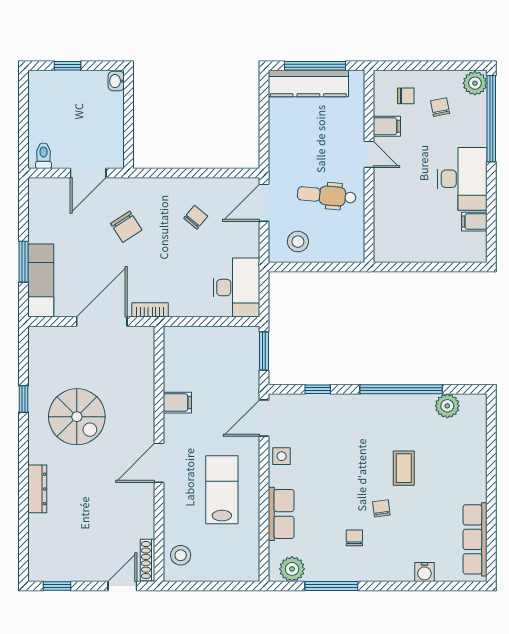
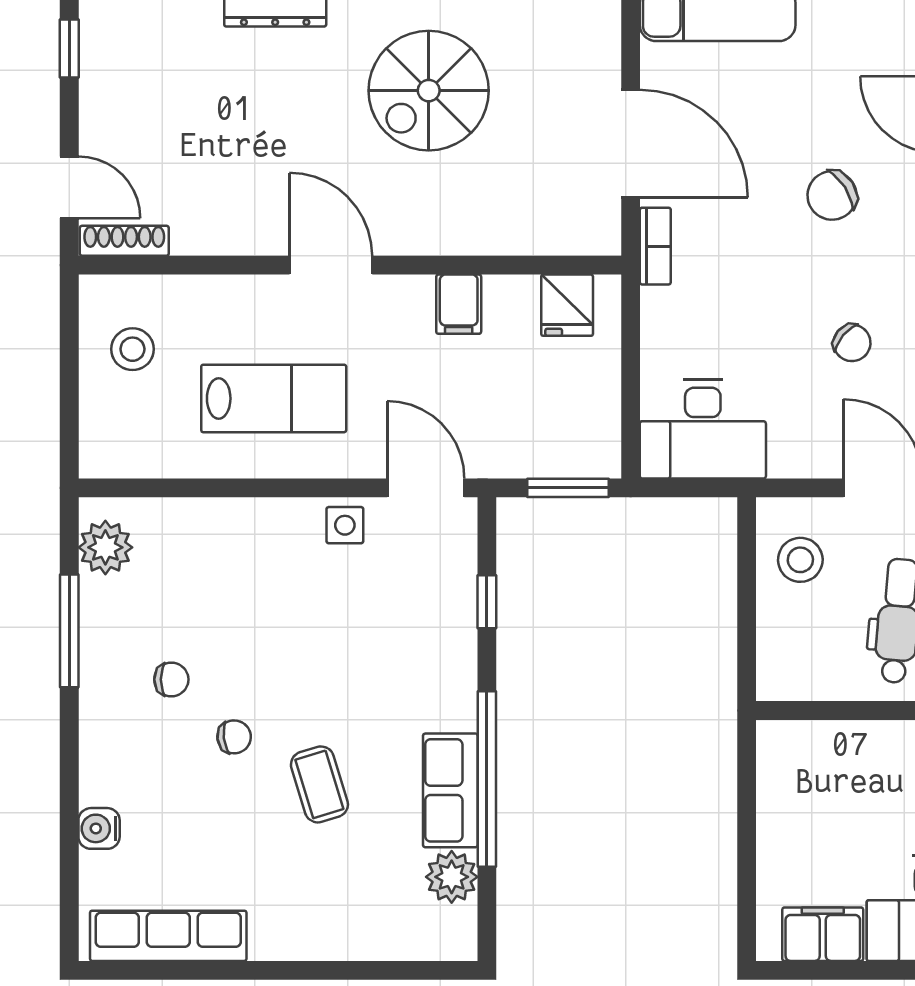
filing cabinet: (474, 222) -> (823, 934), width x2.00
fridge: (178, 351) -> (567, 305), added
coffee table: (404, 468) -> (319, 784), turned 73
row of seats: (281, 514) -> (450, 790), moved, turned 90
stool: (181, 555) -> (132, 349), moved

